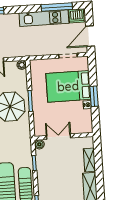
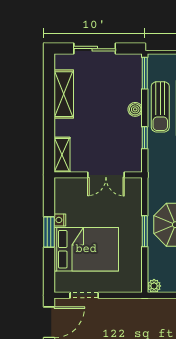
boiler: (39, 144) -> (135, 109), moved
shelving: (89, 160) -> (62, 155), moved

